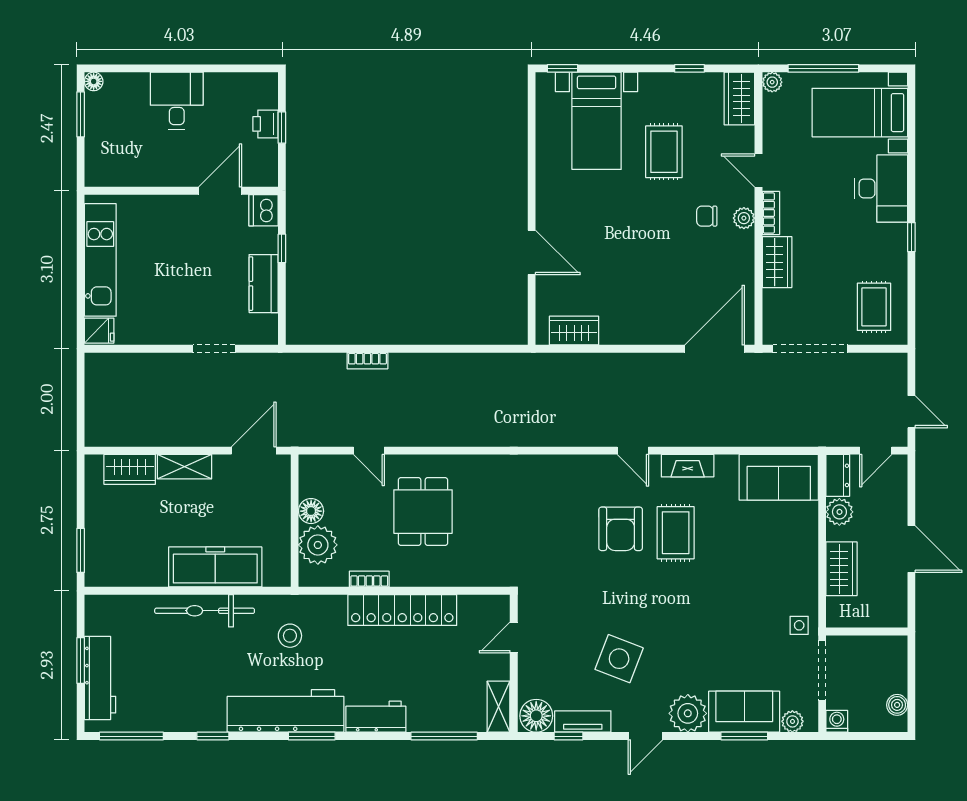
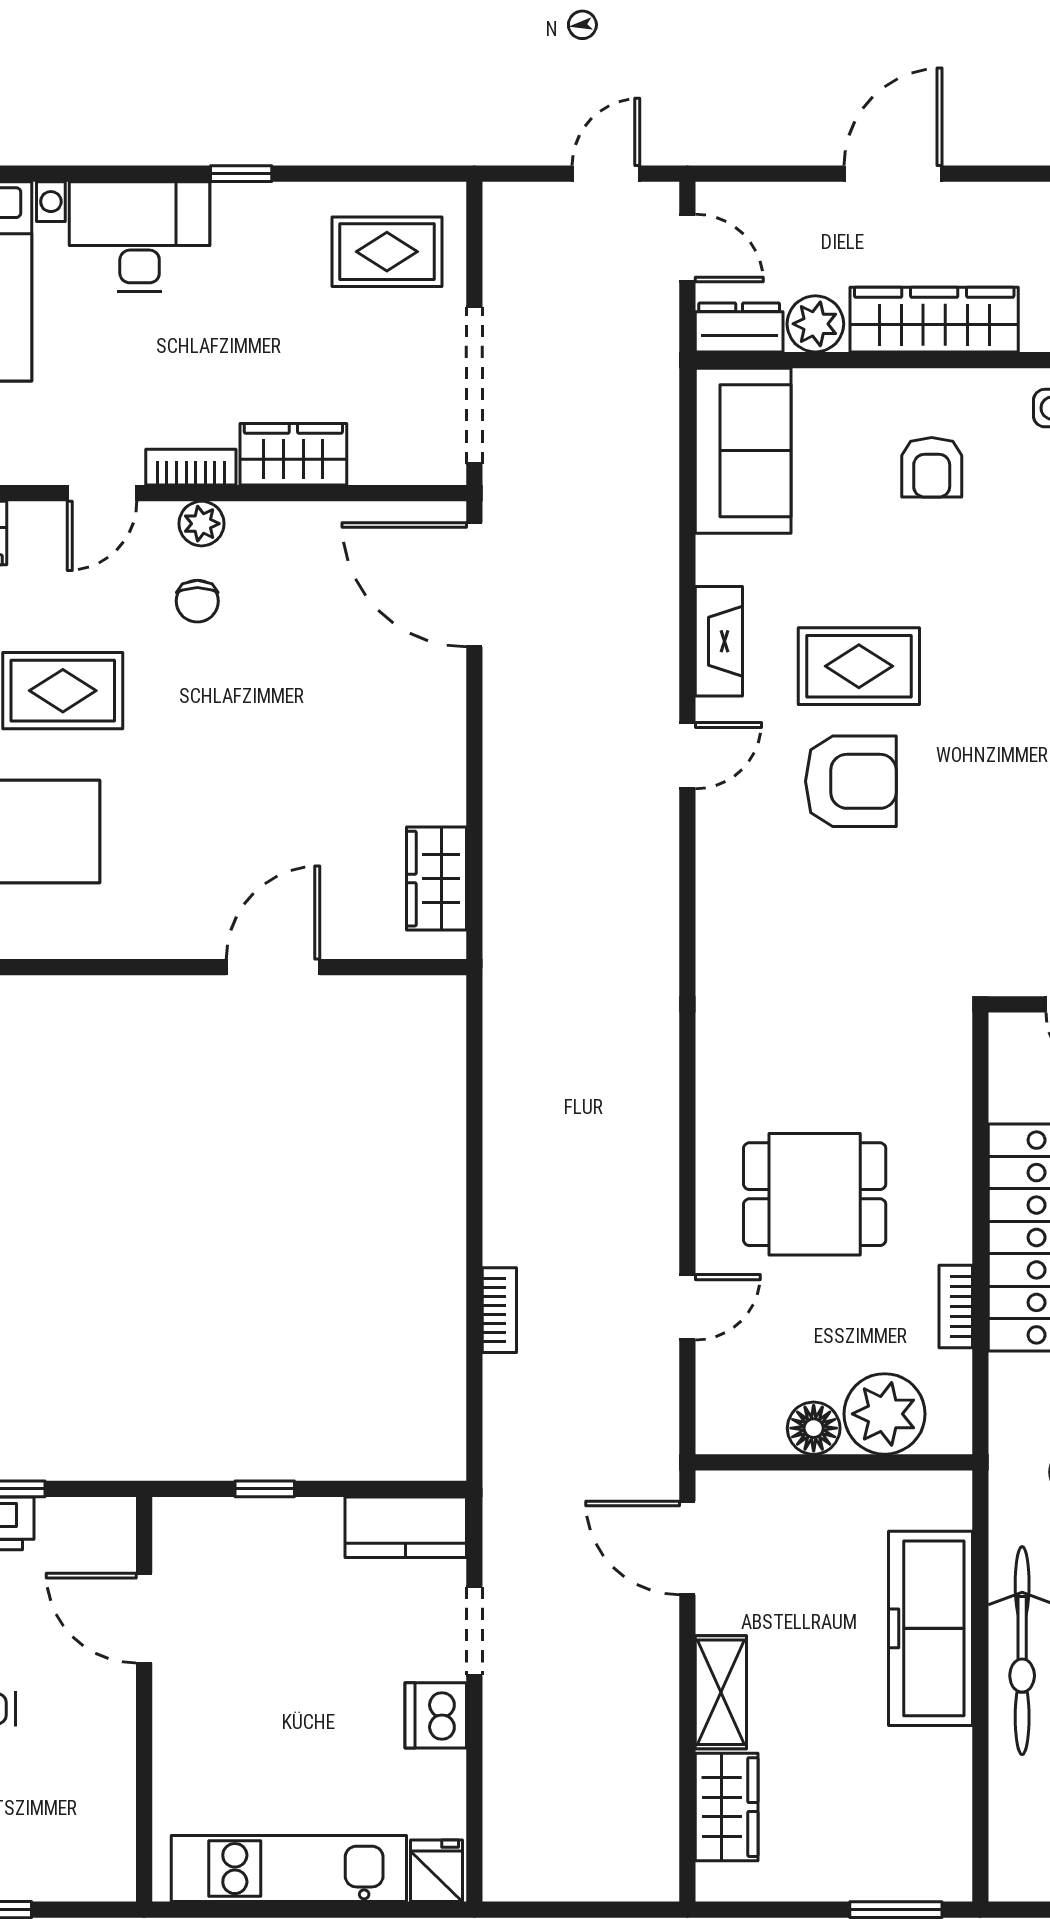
dishwasher: (263, 210) -> (436, 1715), moved, turned 90
kitchen counter: (264, 284) -> (406, 1527), moved
armchair: (771, 568) -> (932, 467), added
wardrobe: (842, 569) -> (934, 320), width x1.50

